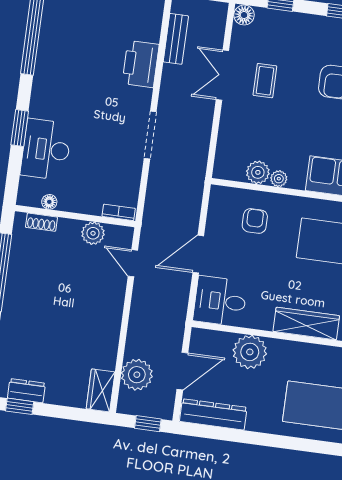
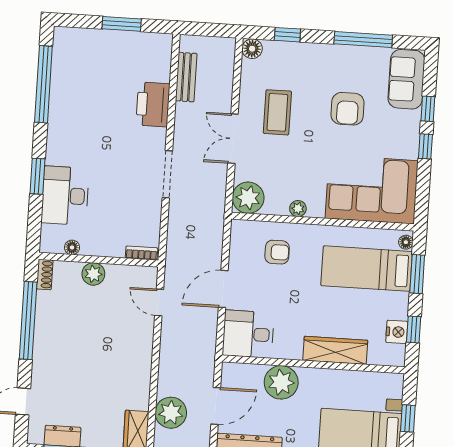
double door: (222, 75) -> (233, 139), moved
coffee table: (265, 81) -> (277, 112), width x1.36, depth x1.30
plant: (258, 172) -> (248, 198), moved, width x1.36, depth x1.36
armchair: (255, 221) -> (277, 252), turned 90
shoe rack: (41, 222) -> (45, 274), moved, turned -90
plant: (93, 233) -> (93, 274), moved

